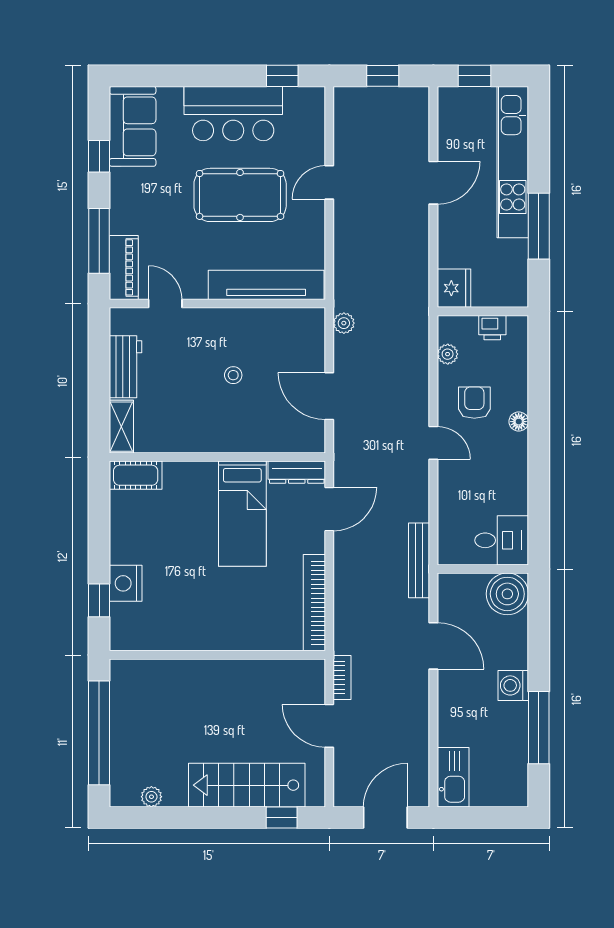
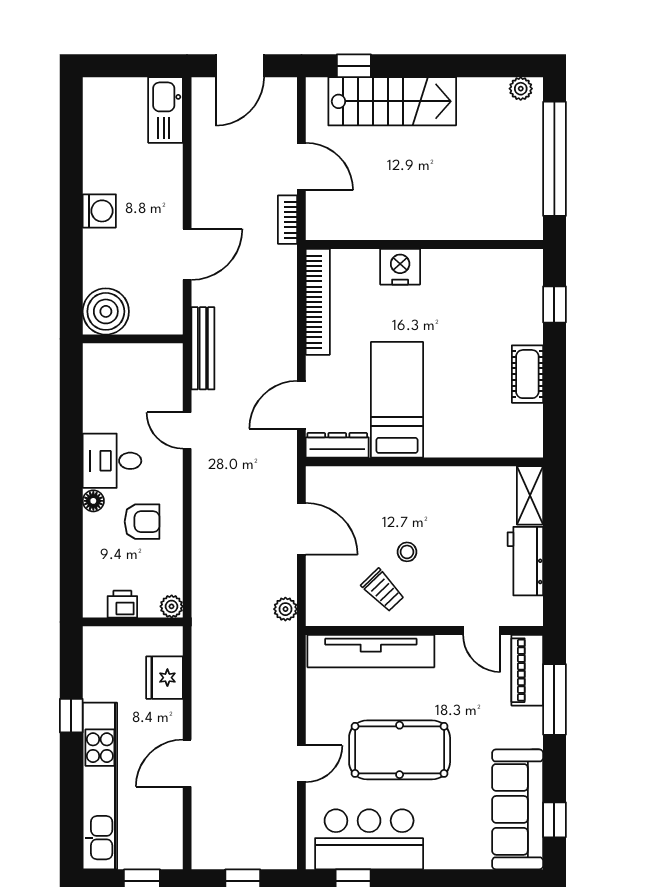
bar counter: (233, 114) -> (369, 839), moved
sofa: (133, 126) -> (518, 809), width x1.36
window: (99, 156) -> (554, 820), moved
window: (539, 226) -> (71, 716), width x0.46
fridge: (454, 288) -> (164, 678), moved
trolley: (255, 340) -> (383, 590), added
plant: (448, 354) -> (172, 606), moved
armchair: (474, 403) -> (142, 522), turned -90
door: (433, 443) -> (187, 430), moved
cot: (136, 475) -> (527, 374), moved, turned 90
desk: (502, 540) -> (112, 461), moved
nightstand: (126, 583) -> (400, 267), moved, turned -90
door: (433, 646) -> (187, 254), swing flipped
window: (539, 728) -> (71, 165), removed
plant: (151, 797) -> (521, 89), moved

